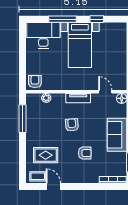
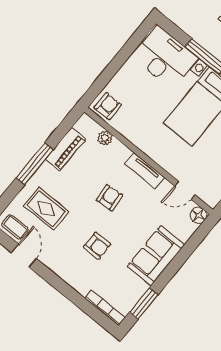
door: (105, 92) -> (185, 190), swing flipped
window: (22, 119) -> (35, 164), moved
piano: (32, 119) -> (66, 149), added

